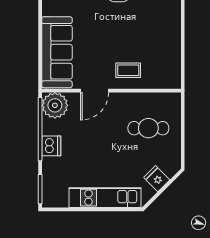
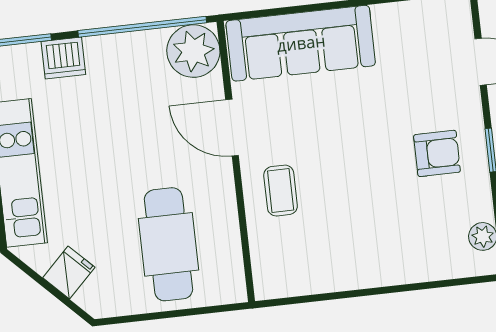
cafe table: (148, 128) -> (169, 244), width x1.37, depth x1.35
dishwasher: (51, 146) -> (63, 58), moved

